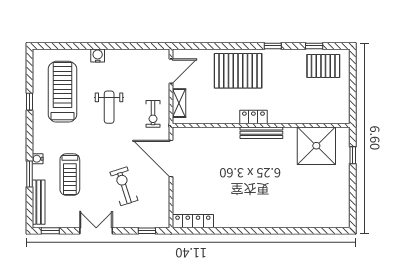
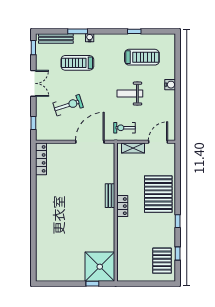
door: (171, 71) -> (158, 142), swing flipped
treadmill: (62, 92) -> (142, 57), width x0.73, depth x0.73
bench: (261, 133) -> (110, 196), moved, width x0.73
shower: (316, 146) -> (100, 267), moved

